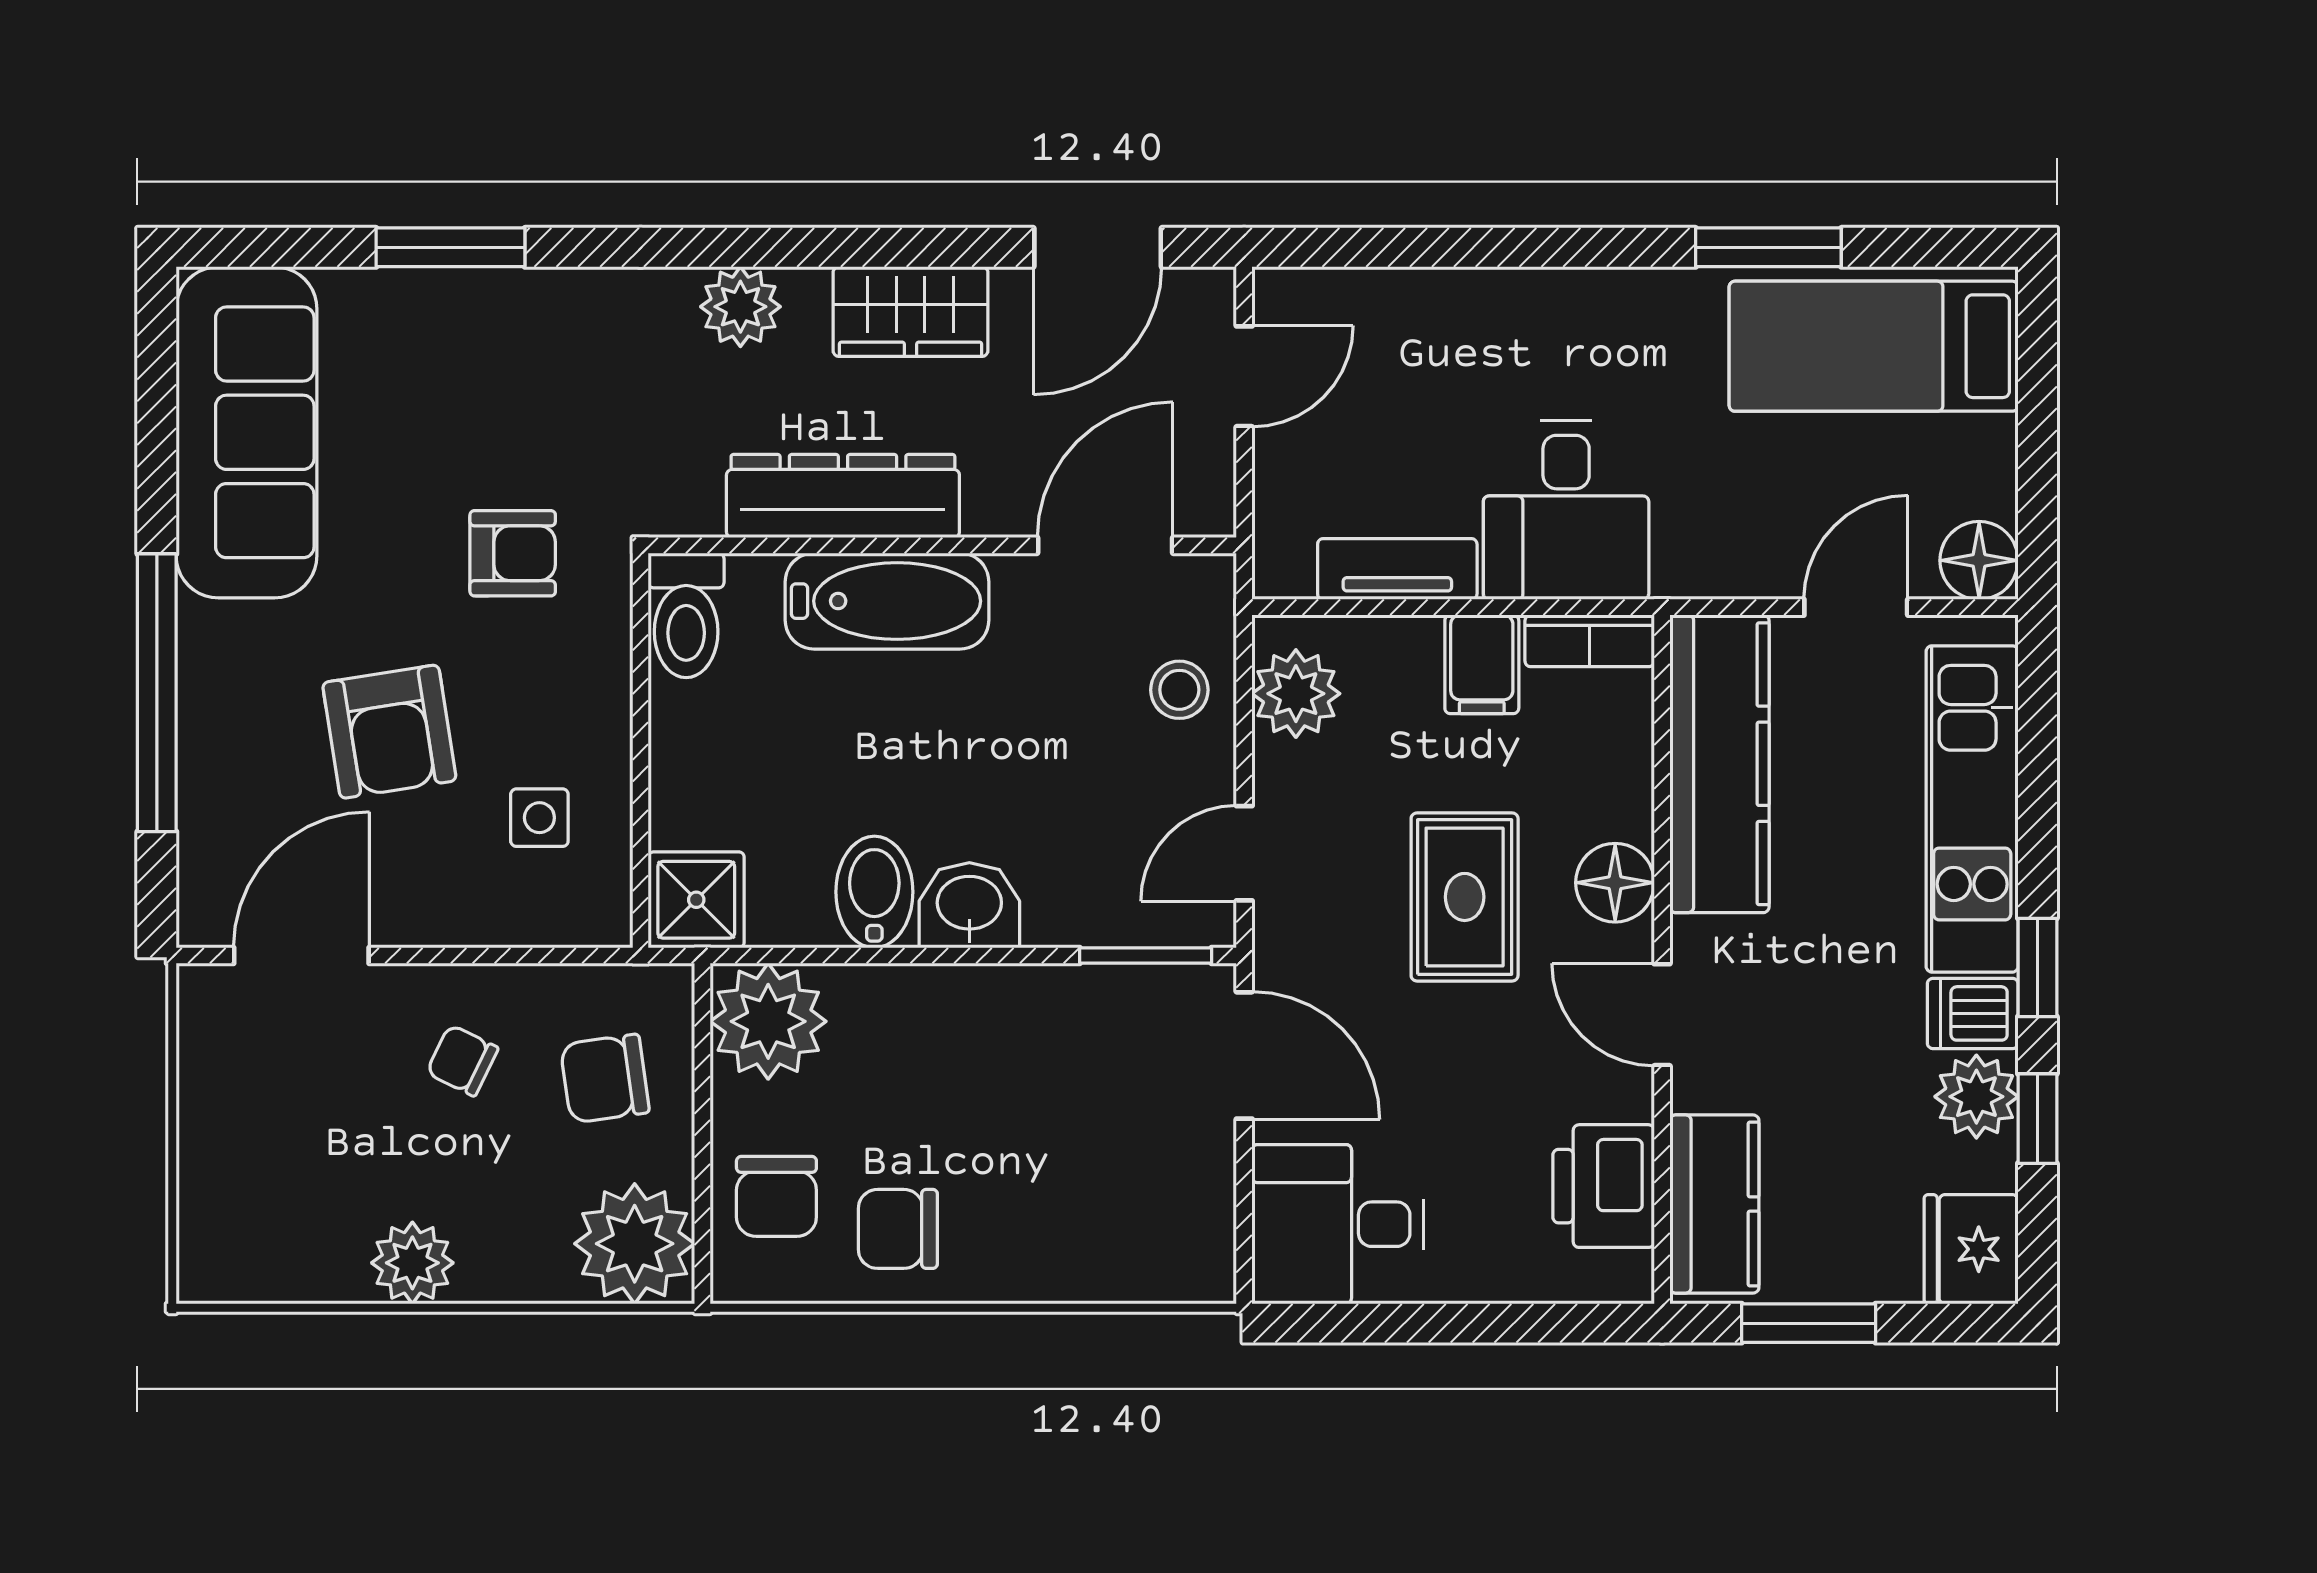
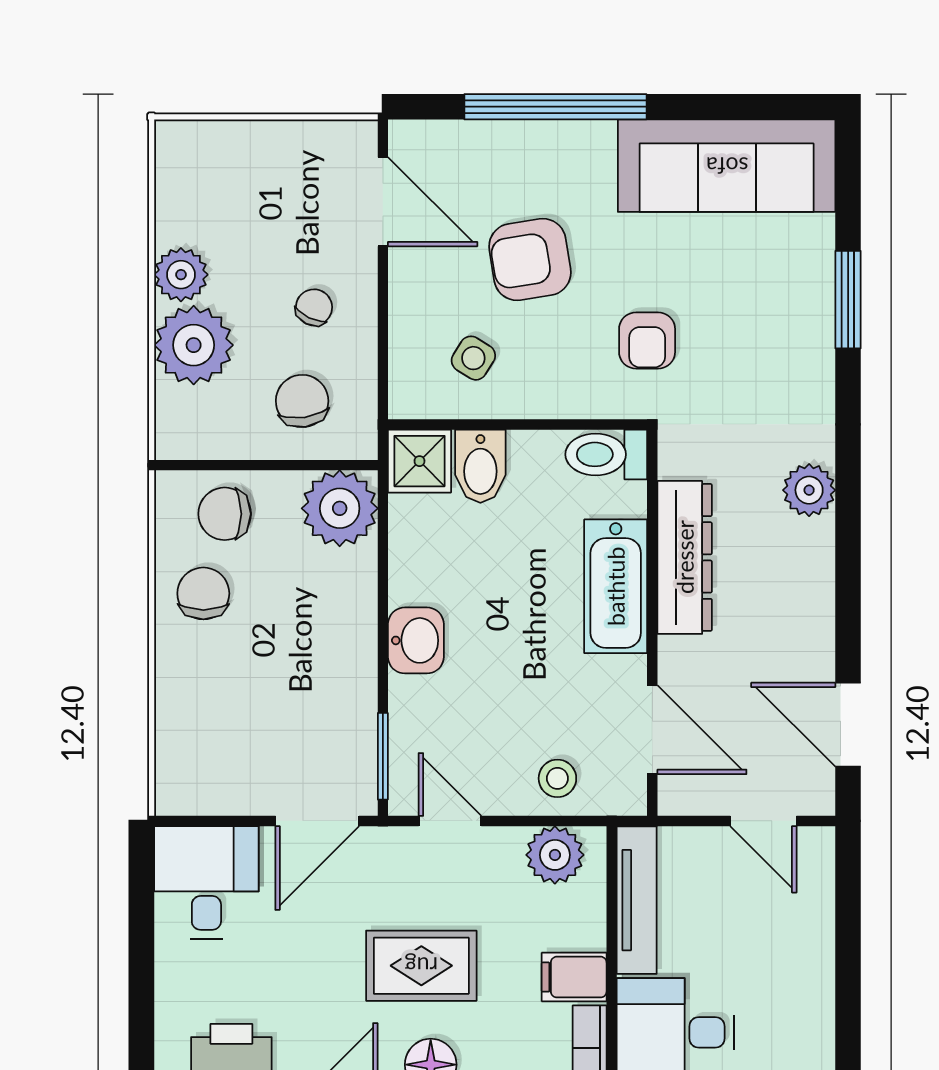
wardrobe: (911, 312) -> (806, 602), removed
tv unit: (1397, 569) -> (637, 900), width x1.41
side table: (539, 818) -> (473, 358), turned 32
bidet: (874, 892) -> (480, 466), moved, turned 90
plant: (635, 1244) -> (194, 345), moved

